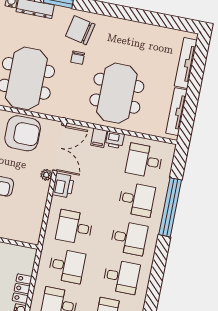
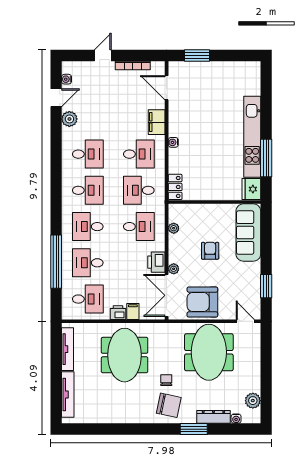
plant: (38, 218) -> (174, 228), added
desk: (121, 277) -> (88, 190), turned 180
locker: (22, 289) -> (175, 187), moved

